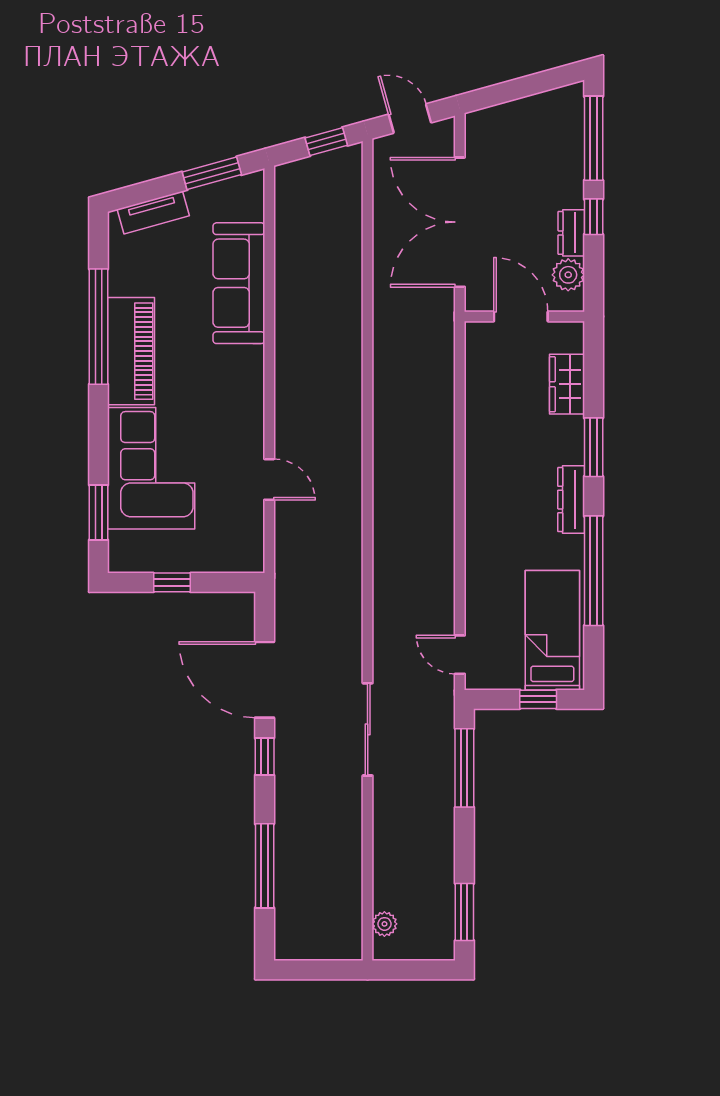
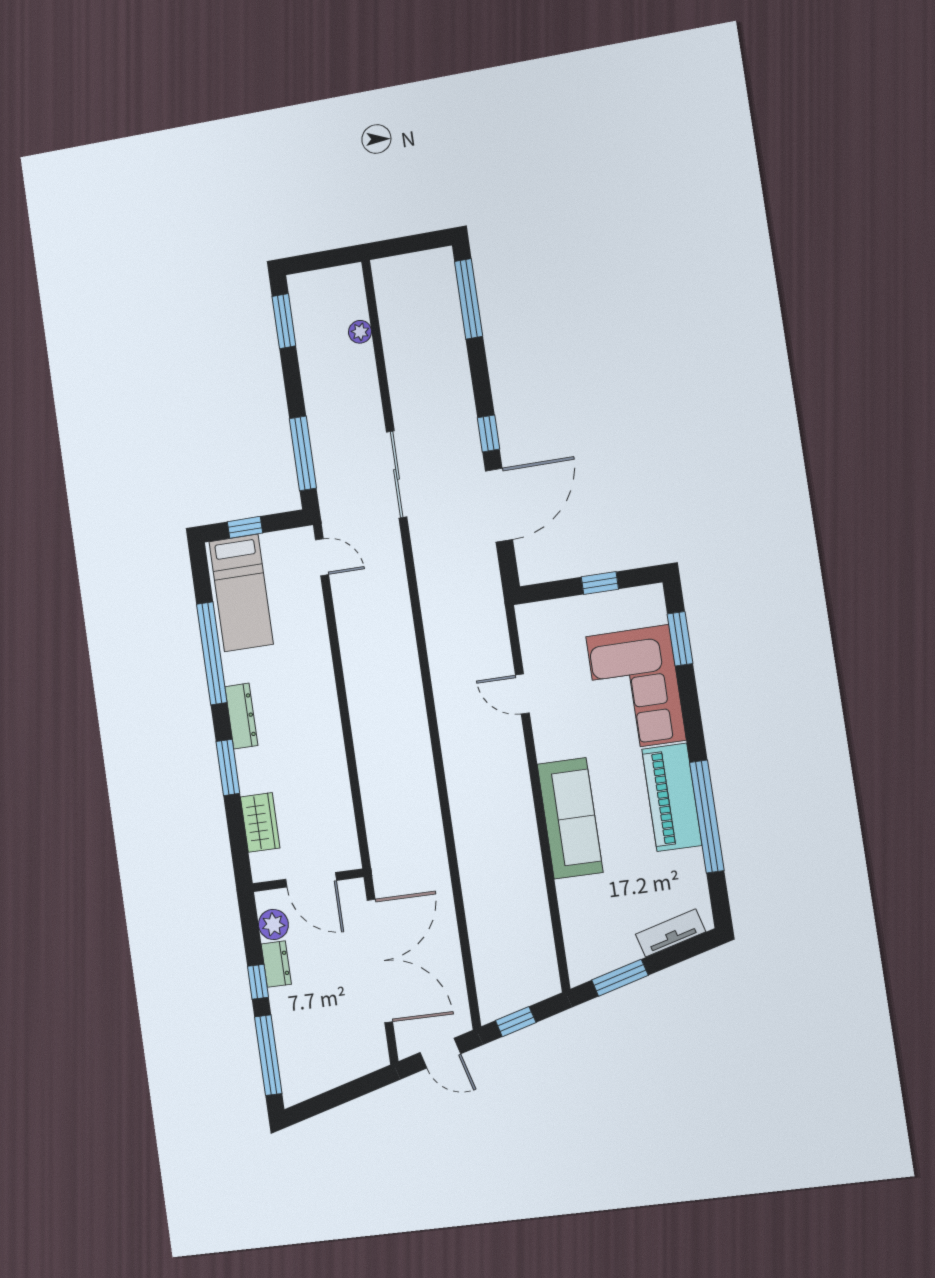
sofa: (239, 283) -> (570, 818), moved
door: (265, 680) -> (499, 505), hinge flipped
window: (265, 866) -> (469, 299), moved
plant: (384, 924) -> (360, 332), moved

